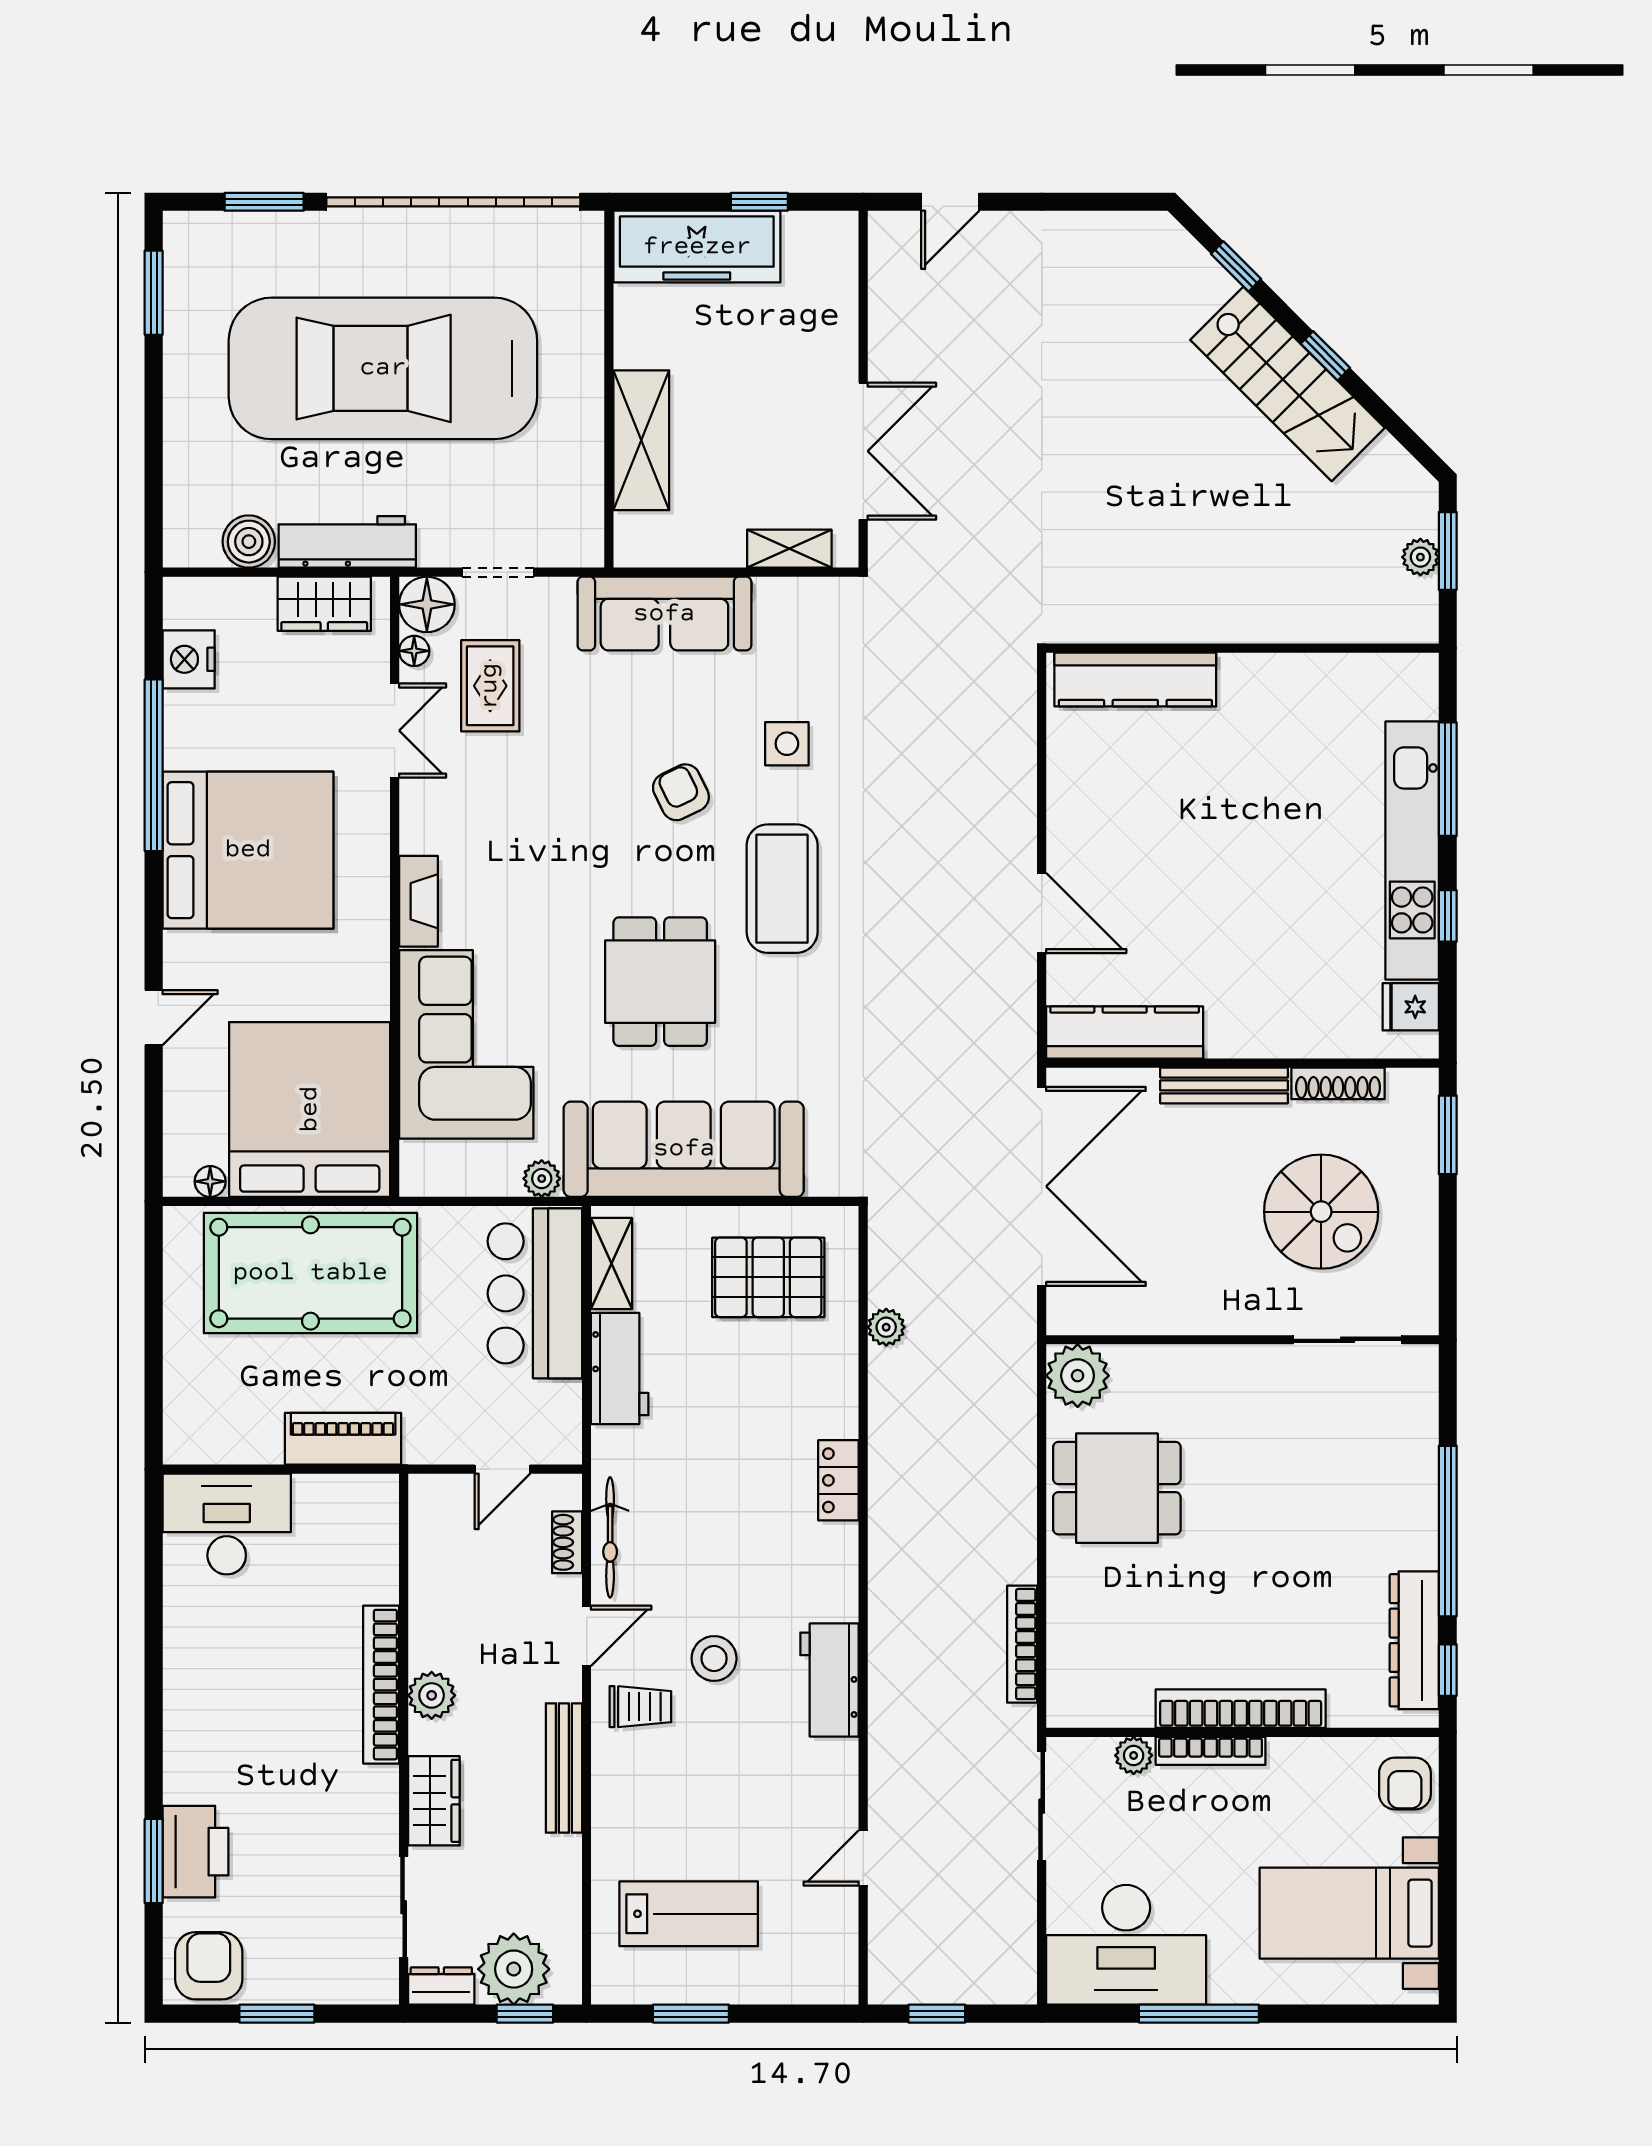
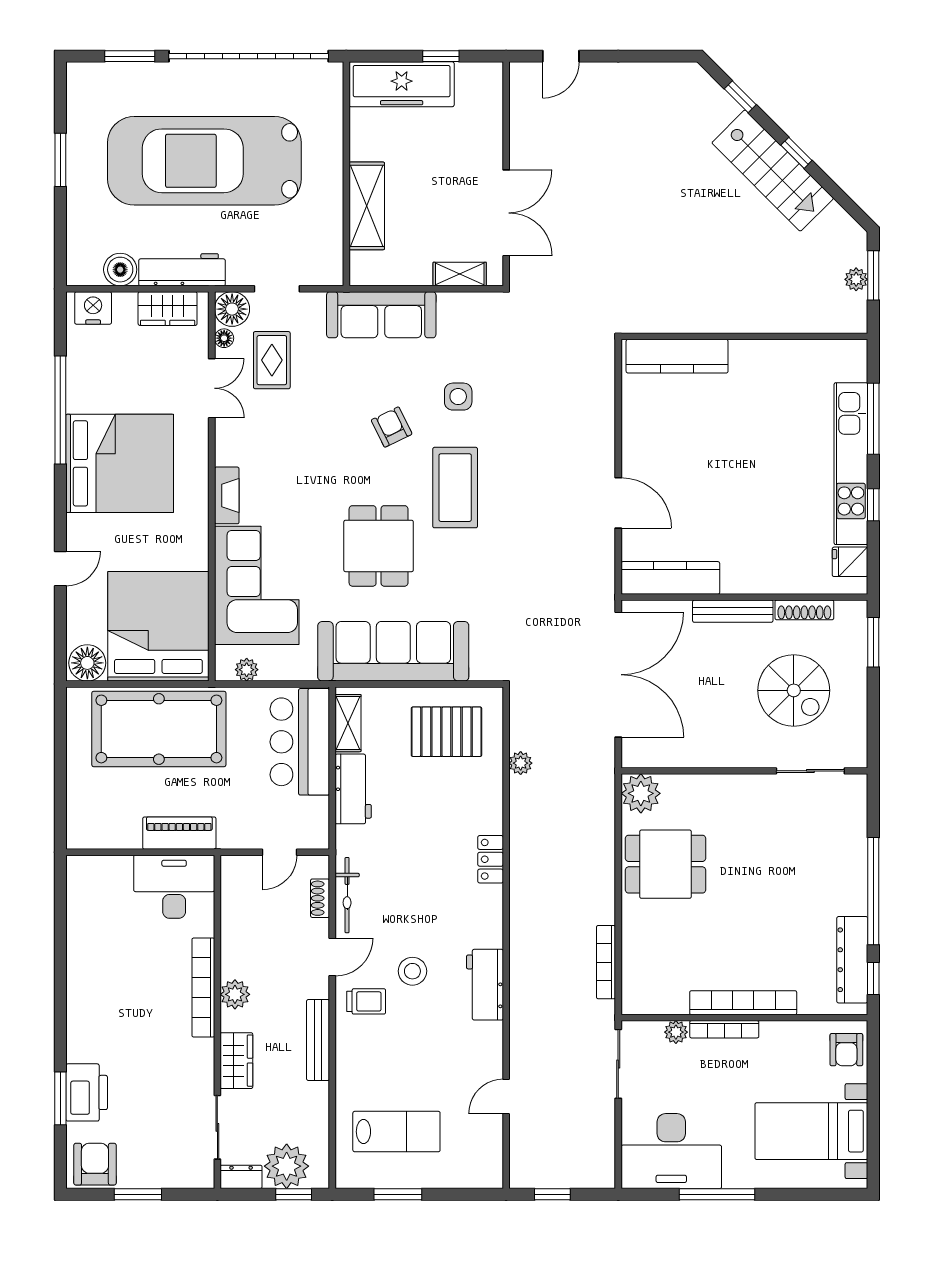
window: (154, 293) -> (60, 160), moved
nightstand: (189, 659) -> (93, 308), moved, turned 90
plant: (542, 1179) -> (247, 670), moved
floor lamp: (210, 1181) -> (87, 663), width x1.89, depth x1.89
desk: (227, 1524) -> (174, 887), moved

